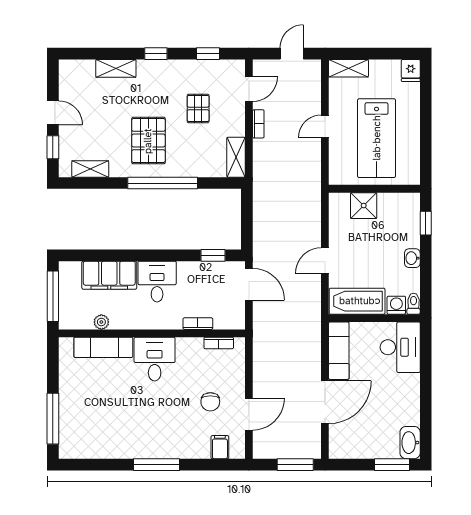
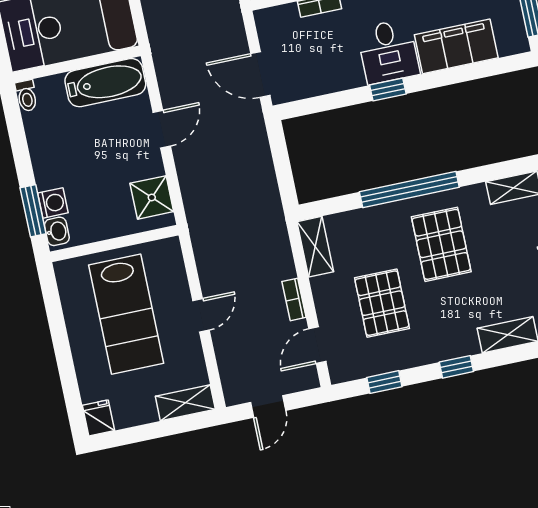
pallet: (198, 108) -> (382, 303), width x1.50, depth x1.42
lab bench: (377, 138) -> (126, 314), turned 180
shower: (364, 206) -> (152, 197), moved
window: (426, 223) -> (33, 211), width x1.50
window: (213, 255) -> (388, 89), moved
washbasin: (412, 258) -> (57, 231), moved
washing machine: (396, 305) -> (53, 203), moved, turned -90

